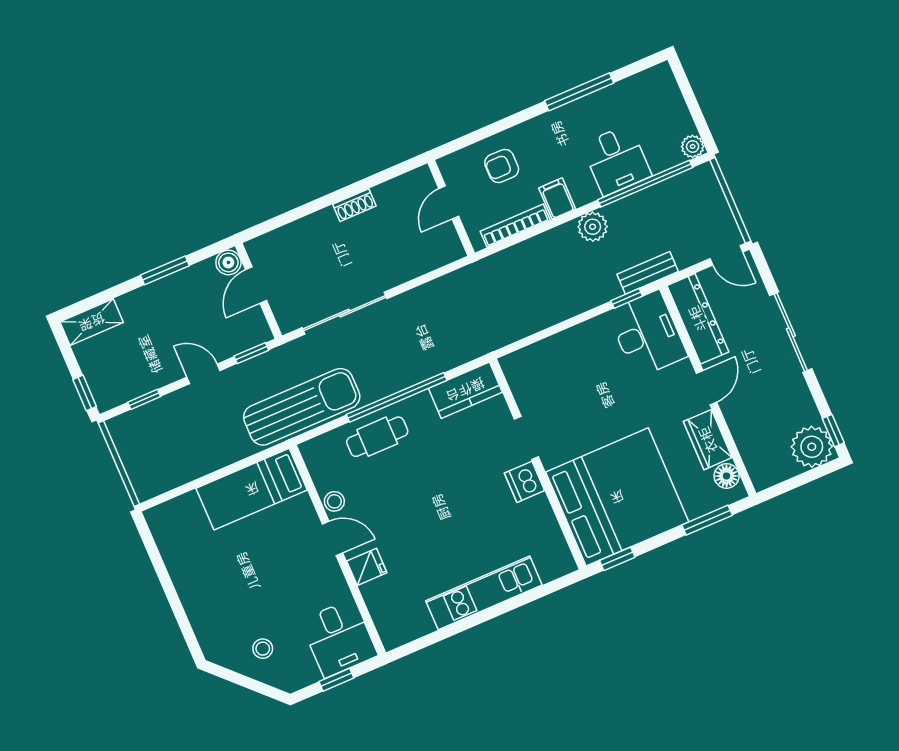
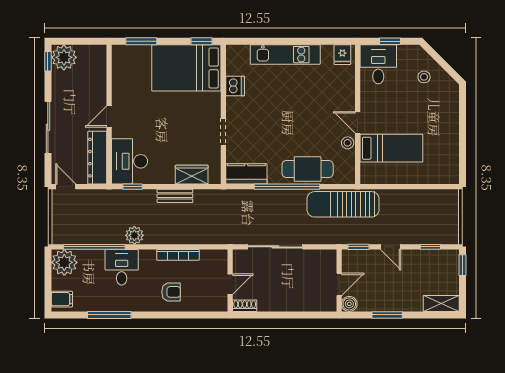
plant: (693, 146) -> (64, 262), width x1.88, depth x1.88
desk: (616, 160) -> (122, 267), moved
filing cabinet: (557, 198) -> (62, 299), moved, turned -90
door: (449, 202) -> (230, 284), moved
shoe rack: (354, 205) -> (245, 306), moved
wall: (451, 208) -> (230, 281), moved
bench: (648, 273) -> (175, 196), moved
sliding door: (345, 313) -> (275, 247), moved
cafe table: (377, 437) -> (308, 169), width x1.37, depth x1.35
wardrobe: (708, 440) -> (192, 175), moved, turned -90
floor lamp: (727, 476) -> (119, 62), removed
dishwasher: (525, 482) -> (235, 86), moved
bed: (252, 489) -> (391, 148), moved
bed: (617, 497) -> (186, 68), width x0.73
fridge: (367, 567) -> (342, 55), moved, turned -90

